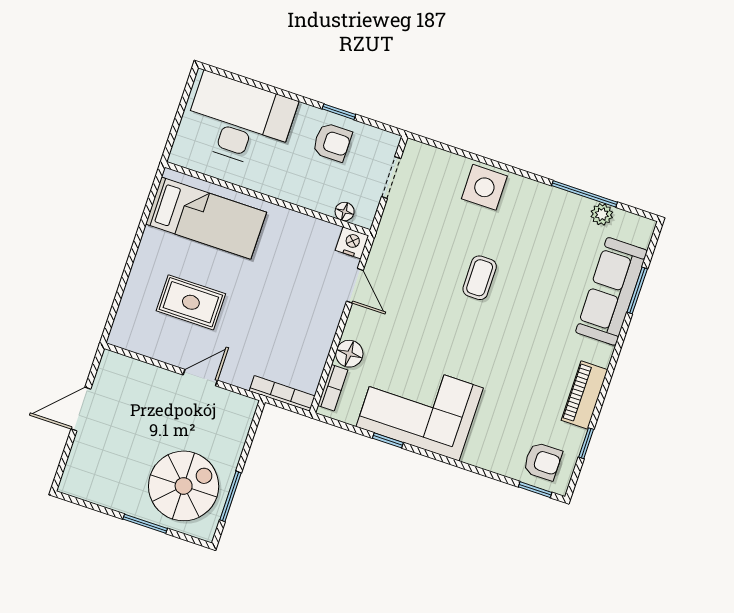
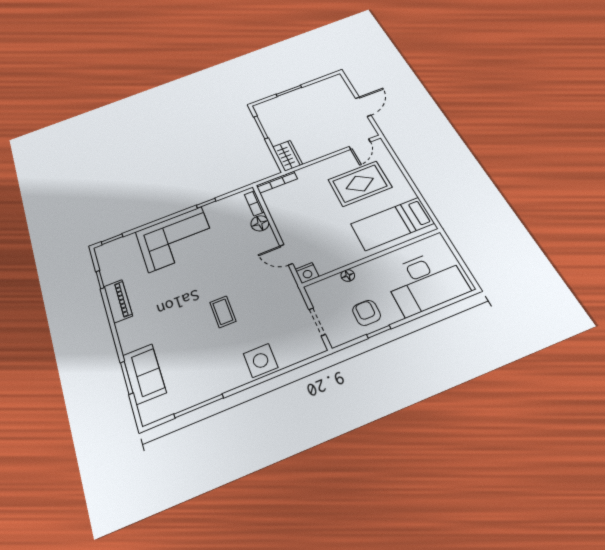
armchair: (332, 142) -> (366, 313), turned 90
floor lamp: (345, 212) -> (348, 275), moved
plant: (602, 214) -> (179, 403), removed
sofa: (611, 291) -> (144, 374), width x0.73
rug: (191, 302) -> (360, 184), width x1.36, depth x1.43
door: (200, 378) -> (360, 144), moved
corner sofa: (420, 407) -> (175, 239), moved
wardrobe: (237, 421) -> (288, 156), added
armchair: (543, 461) -> (118, 254), removed
spiral stairs: (184, 486) -> (286, 115), removed

